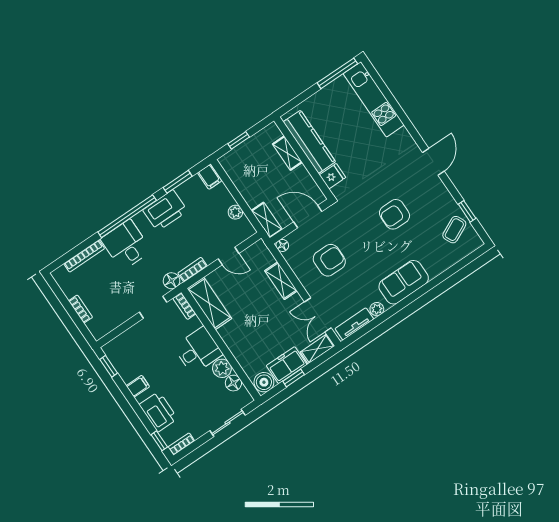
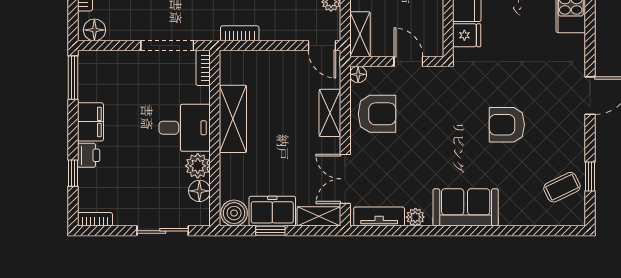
door: (308, 217) -> (408, 62), width x0.73
door: (228, 256) -> (322, 46), moved
armchair: (329, 260) -> (377, 114), moved
floor lamp: (172, 281) -> (94, 30), moved
shelving: (209, 303) -> (233, 119), moved
doorway: (153, 307) -> (167, 46), width x1.38
window: (109, 366) -> (73, 78), width x1.50
filing cabinet: (138, 386) -> (90, 122), width x2.00
printer: (158, 412) -> (89, 155), width x0.53, depth x0.68
window: (159, 441) -> (73, 173), moved

